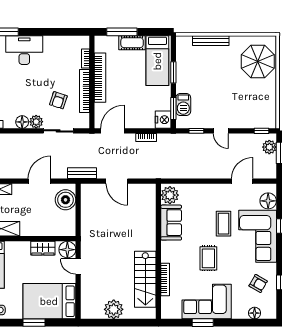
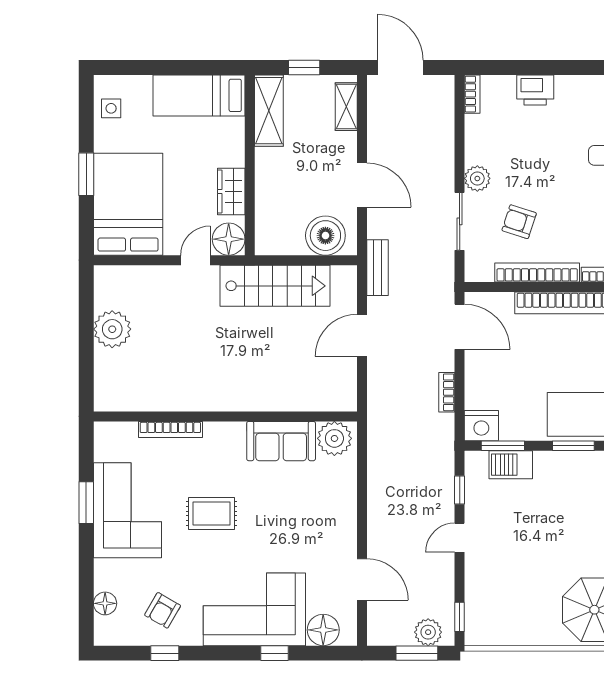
floor lamp: (22, 122) -> (477, 151), removed
coffee table: (223, 224) -> (279, 543), removed
stairs: (145, 279) -> (275, 286), moved, turned 180

